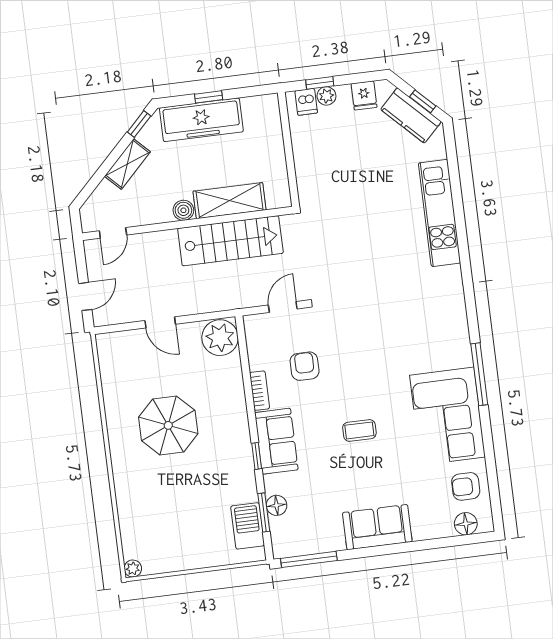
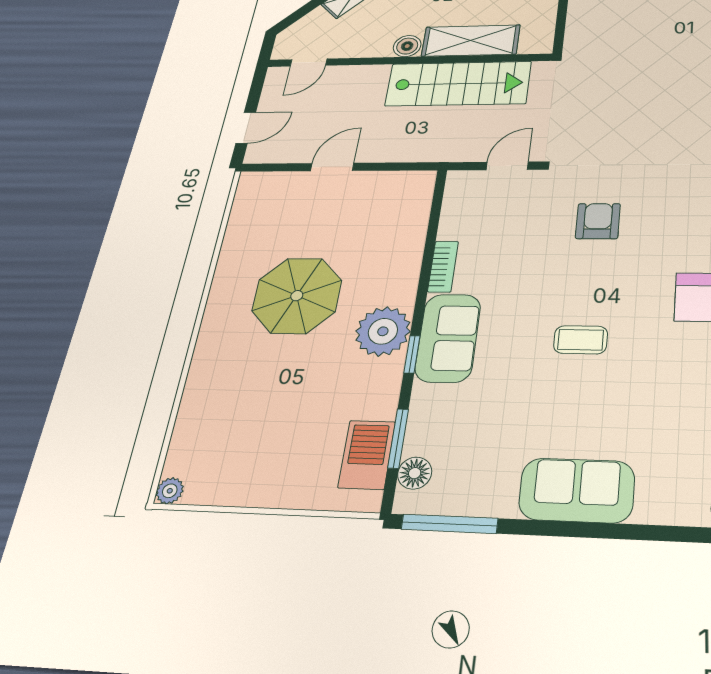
door: (160, 322) -> (332, 167), swing flipped
plant: (220, 338) -> (383, 331), moved
armchair: (305, 366) -> (598, 221), moved
floor lamp: (277, 505) -> (415, 473), moved

